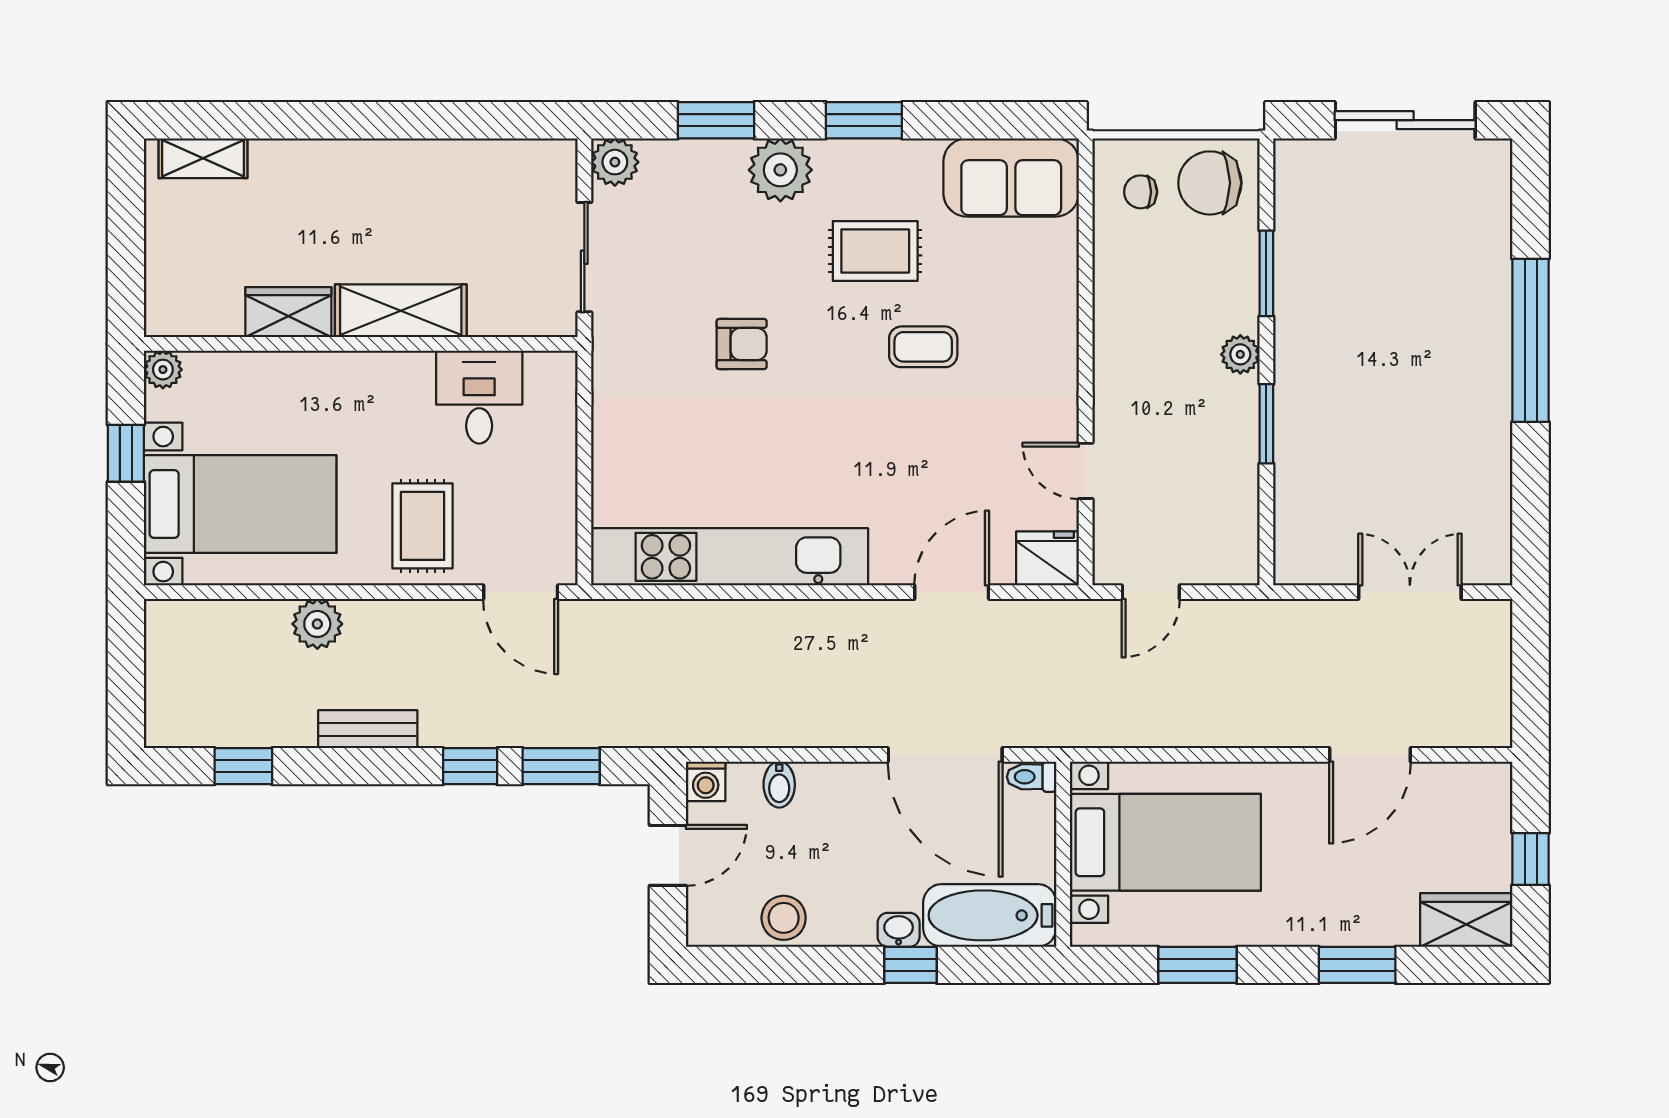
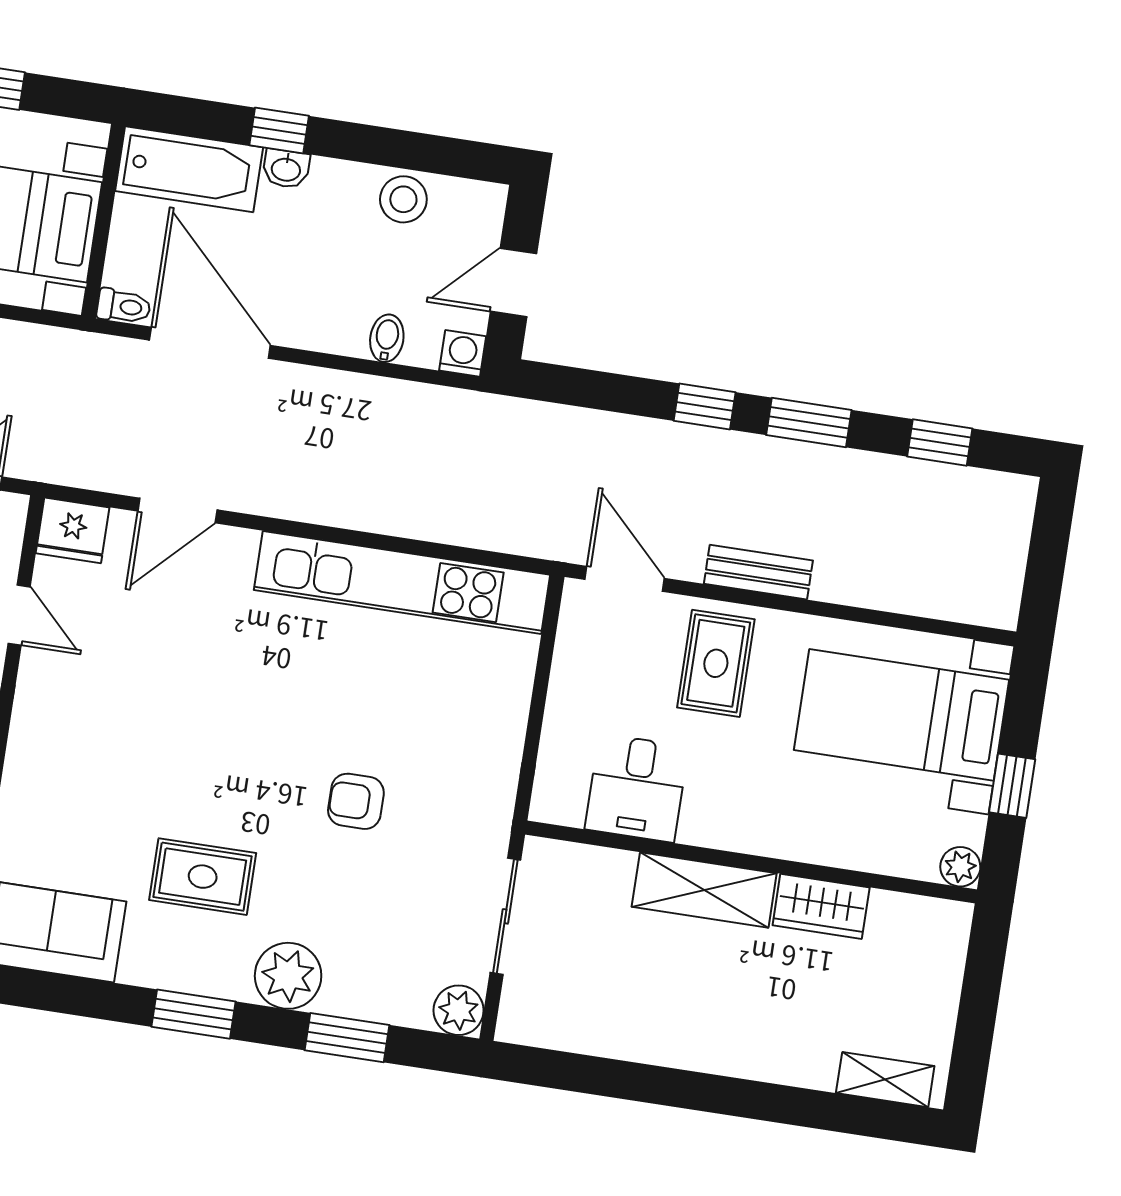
coffee table: (923, 347) -> (168, 770), removed
plant: (317, 624) -> (841, 578), removed
bench: (368, 729) -> (758, 572), moved
window: (561, 766) -> (809, 422), moved

